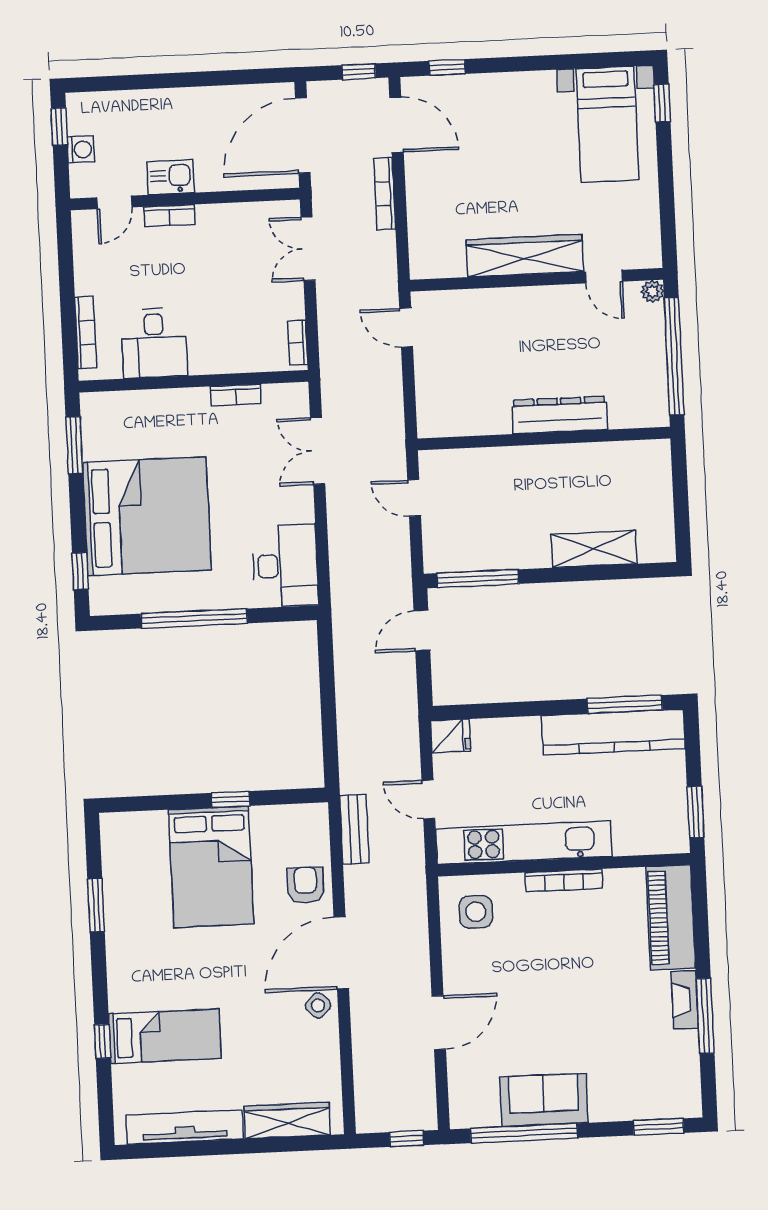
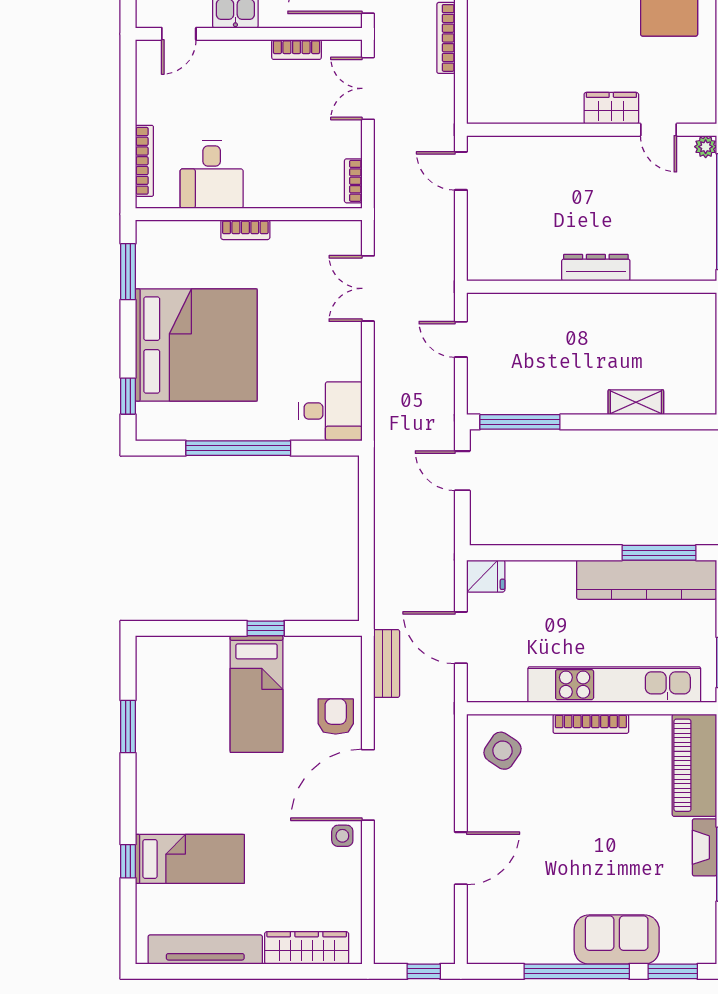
bookcase: (169, 216) -> (296, 50), moved
wardrobe: (525, 256) -> (611, 108), width x0.48, depth x0.85
bookcase: (236, 395) -> (245, 230), moved
dresser: (560, 415) -> (596, 268), width x0.73, depth x0.80
shelving: (594, 549) -> (636, 402), width x0.67, depth x0.75
desk: (285, 566) -> (331, 411), width x0.73
door: (422, 631) -> (462, 471), hinge flipped
door: (428, 799) -> (461, 638), width x1.38
kitchen unit: (524, 843) -> (614, 685), moved
bed: (211, 867) -> (256, 694), width x0.67
side table: (476, 912) -> (502, 751), turned 34
side table: (318, 1005) -> (342, 836), turned 45
sofa: (544, 1100) -> (617, 940), moved
window: (524, 1133) -> (577, 971), moved

